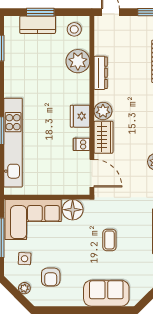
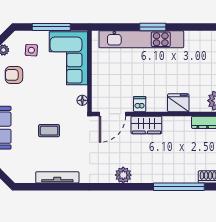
plant: (103, 111) -> (171, 125), removed
fridge: (80, 116) -> (178, 103), moved
floor lamp: (73, 210) -> (82, 100), width x0.53, depth x0.53

